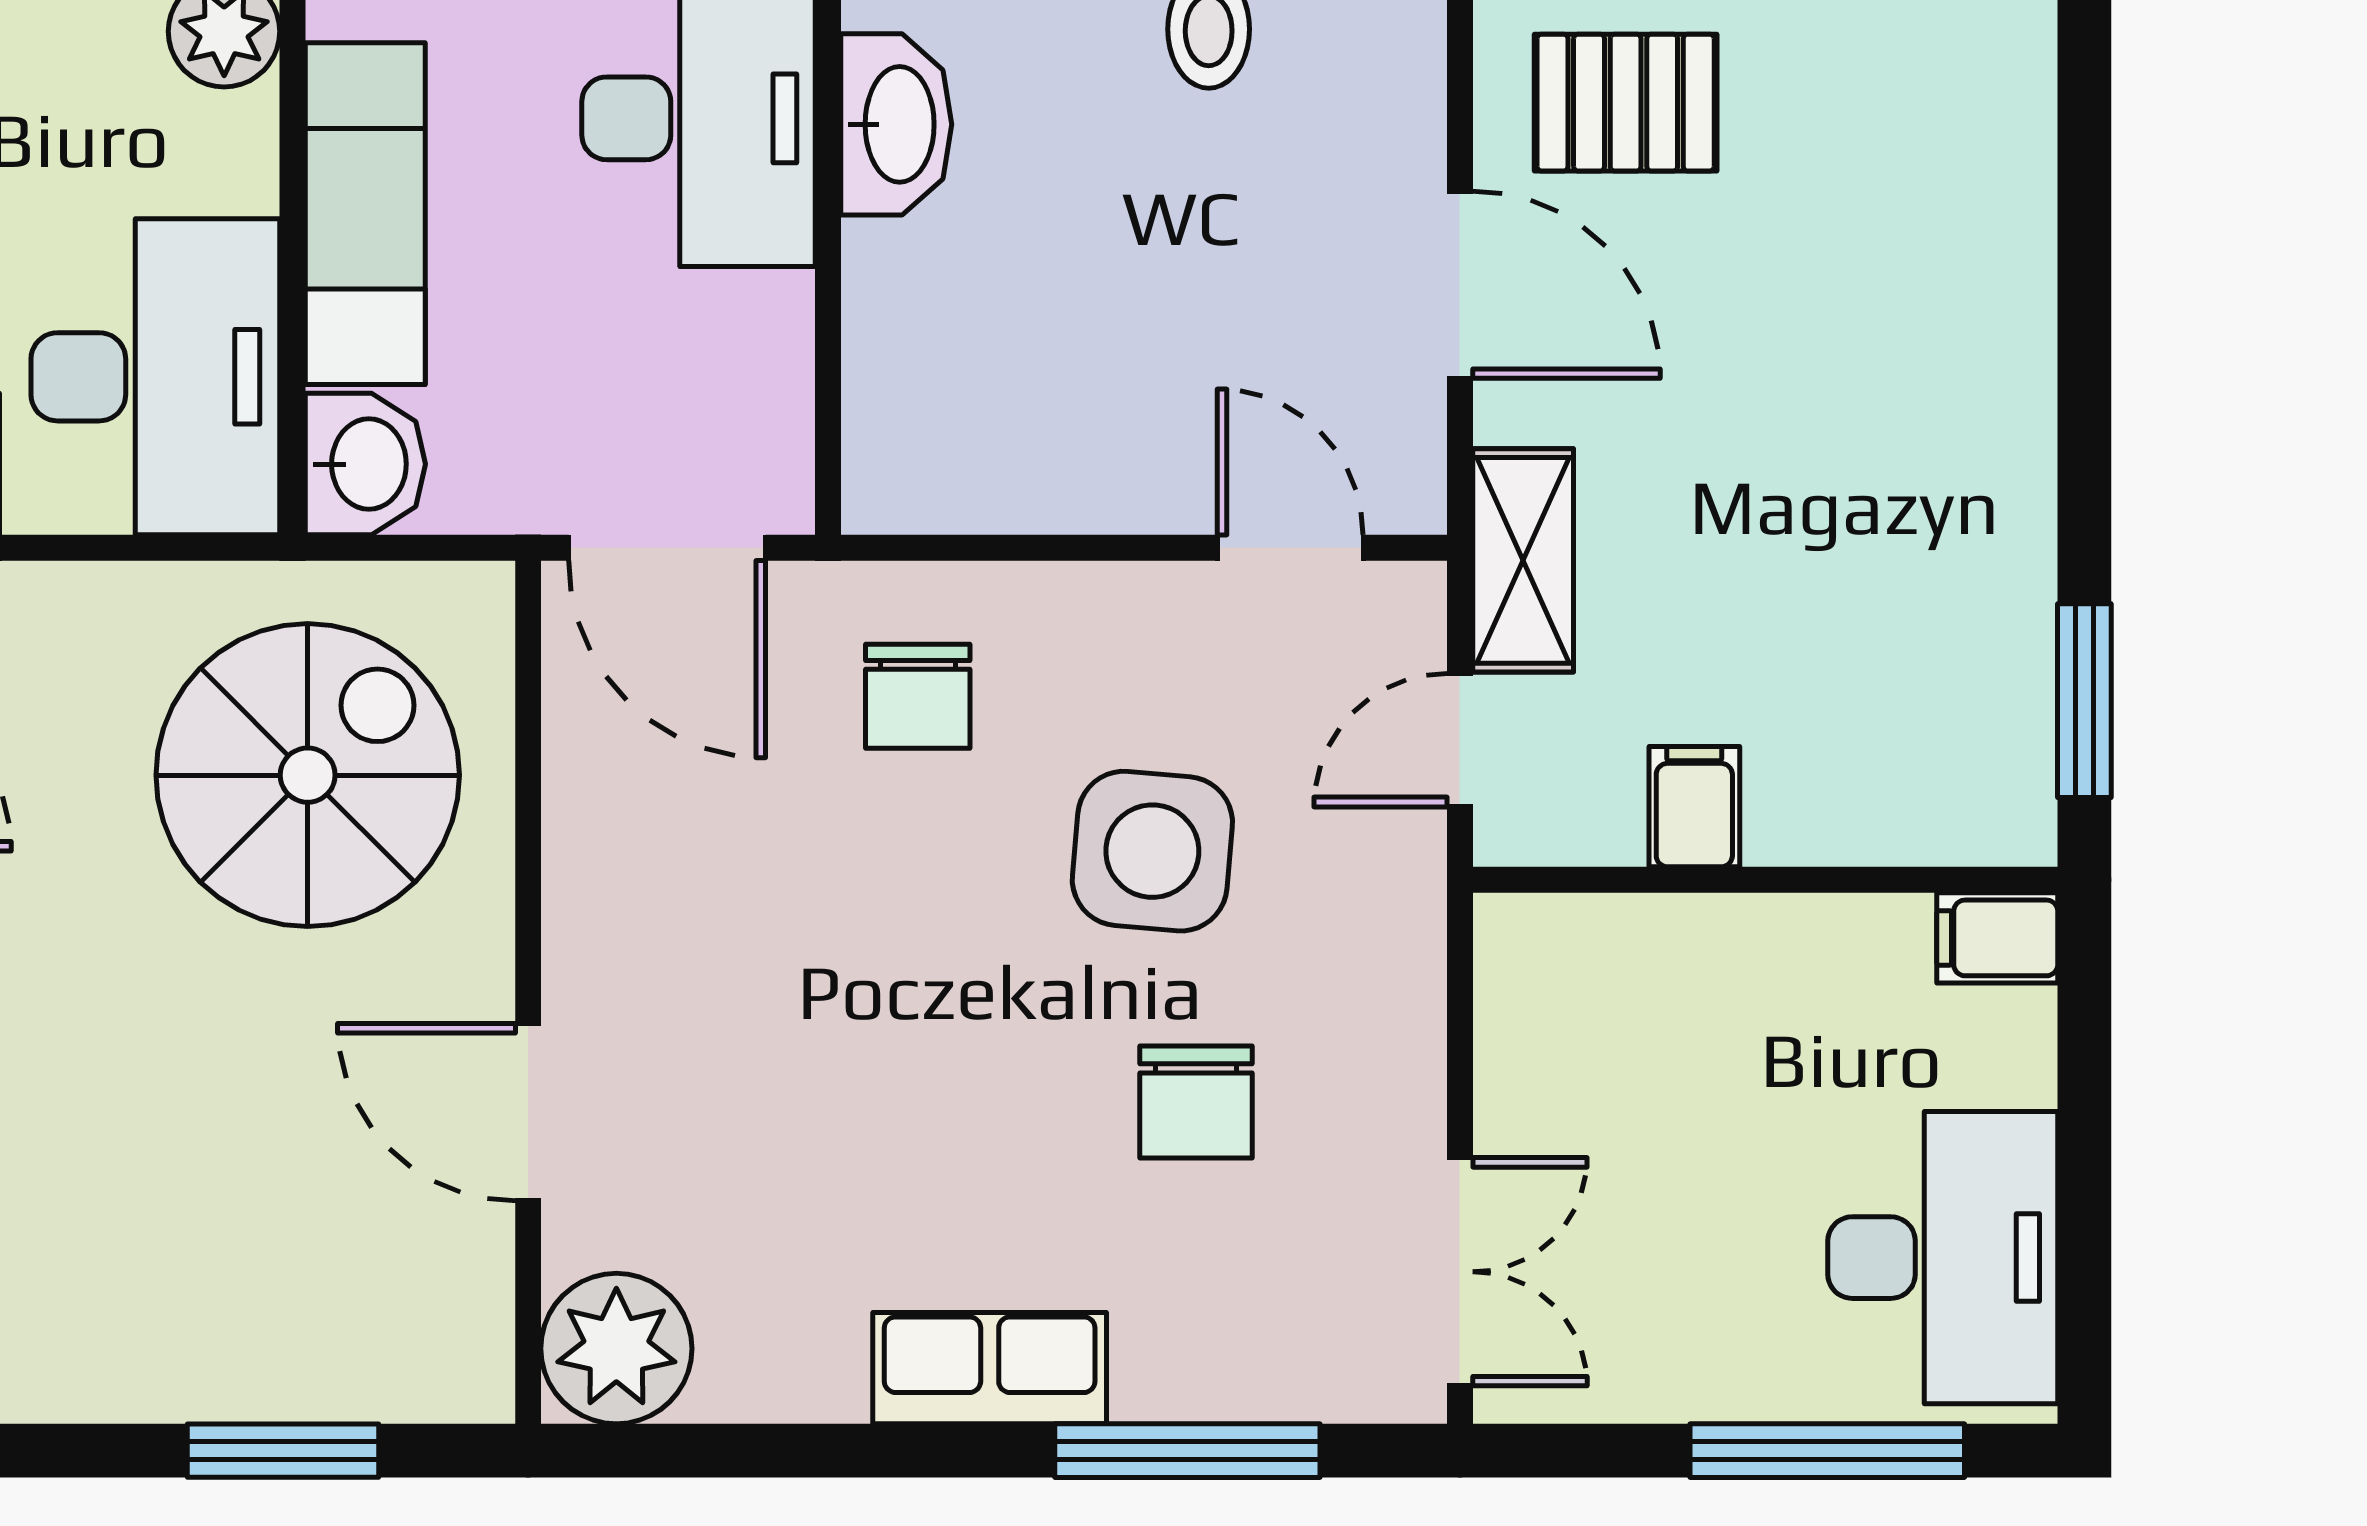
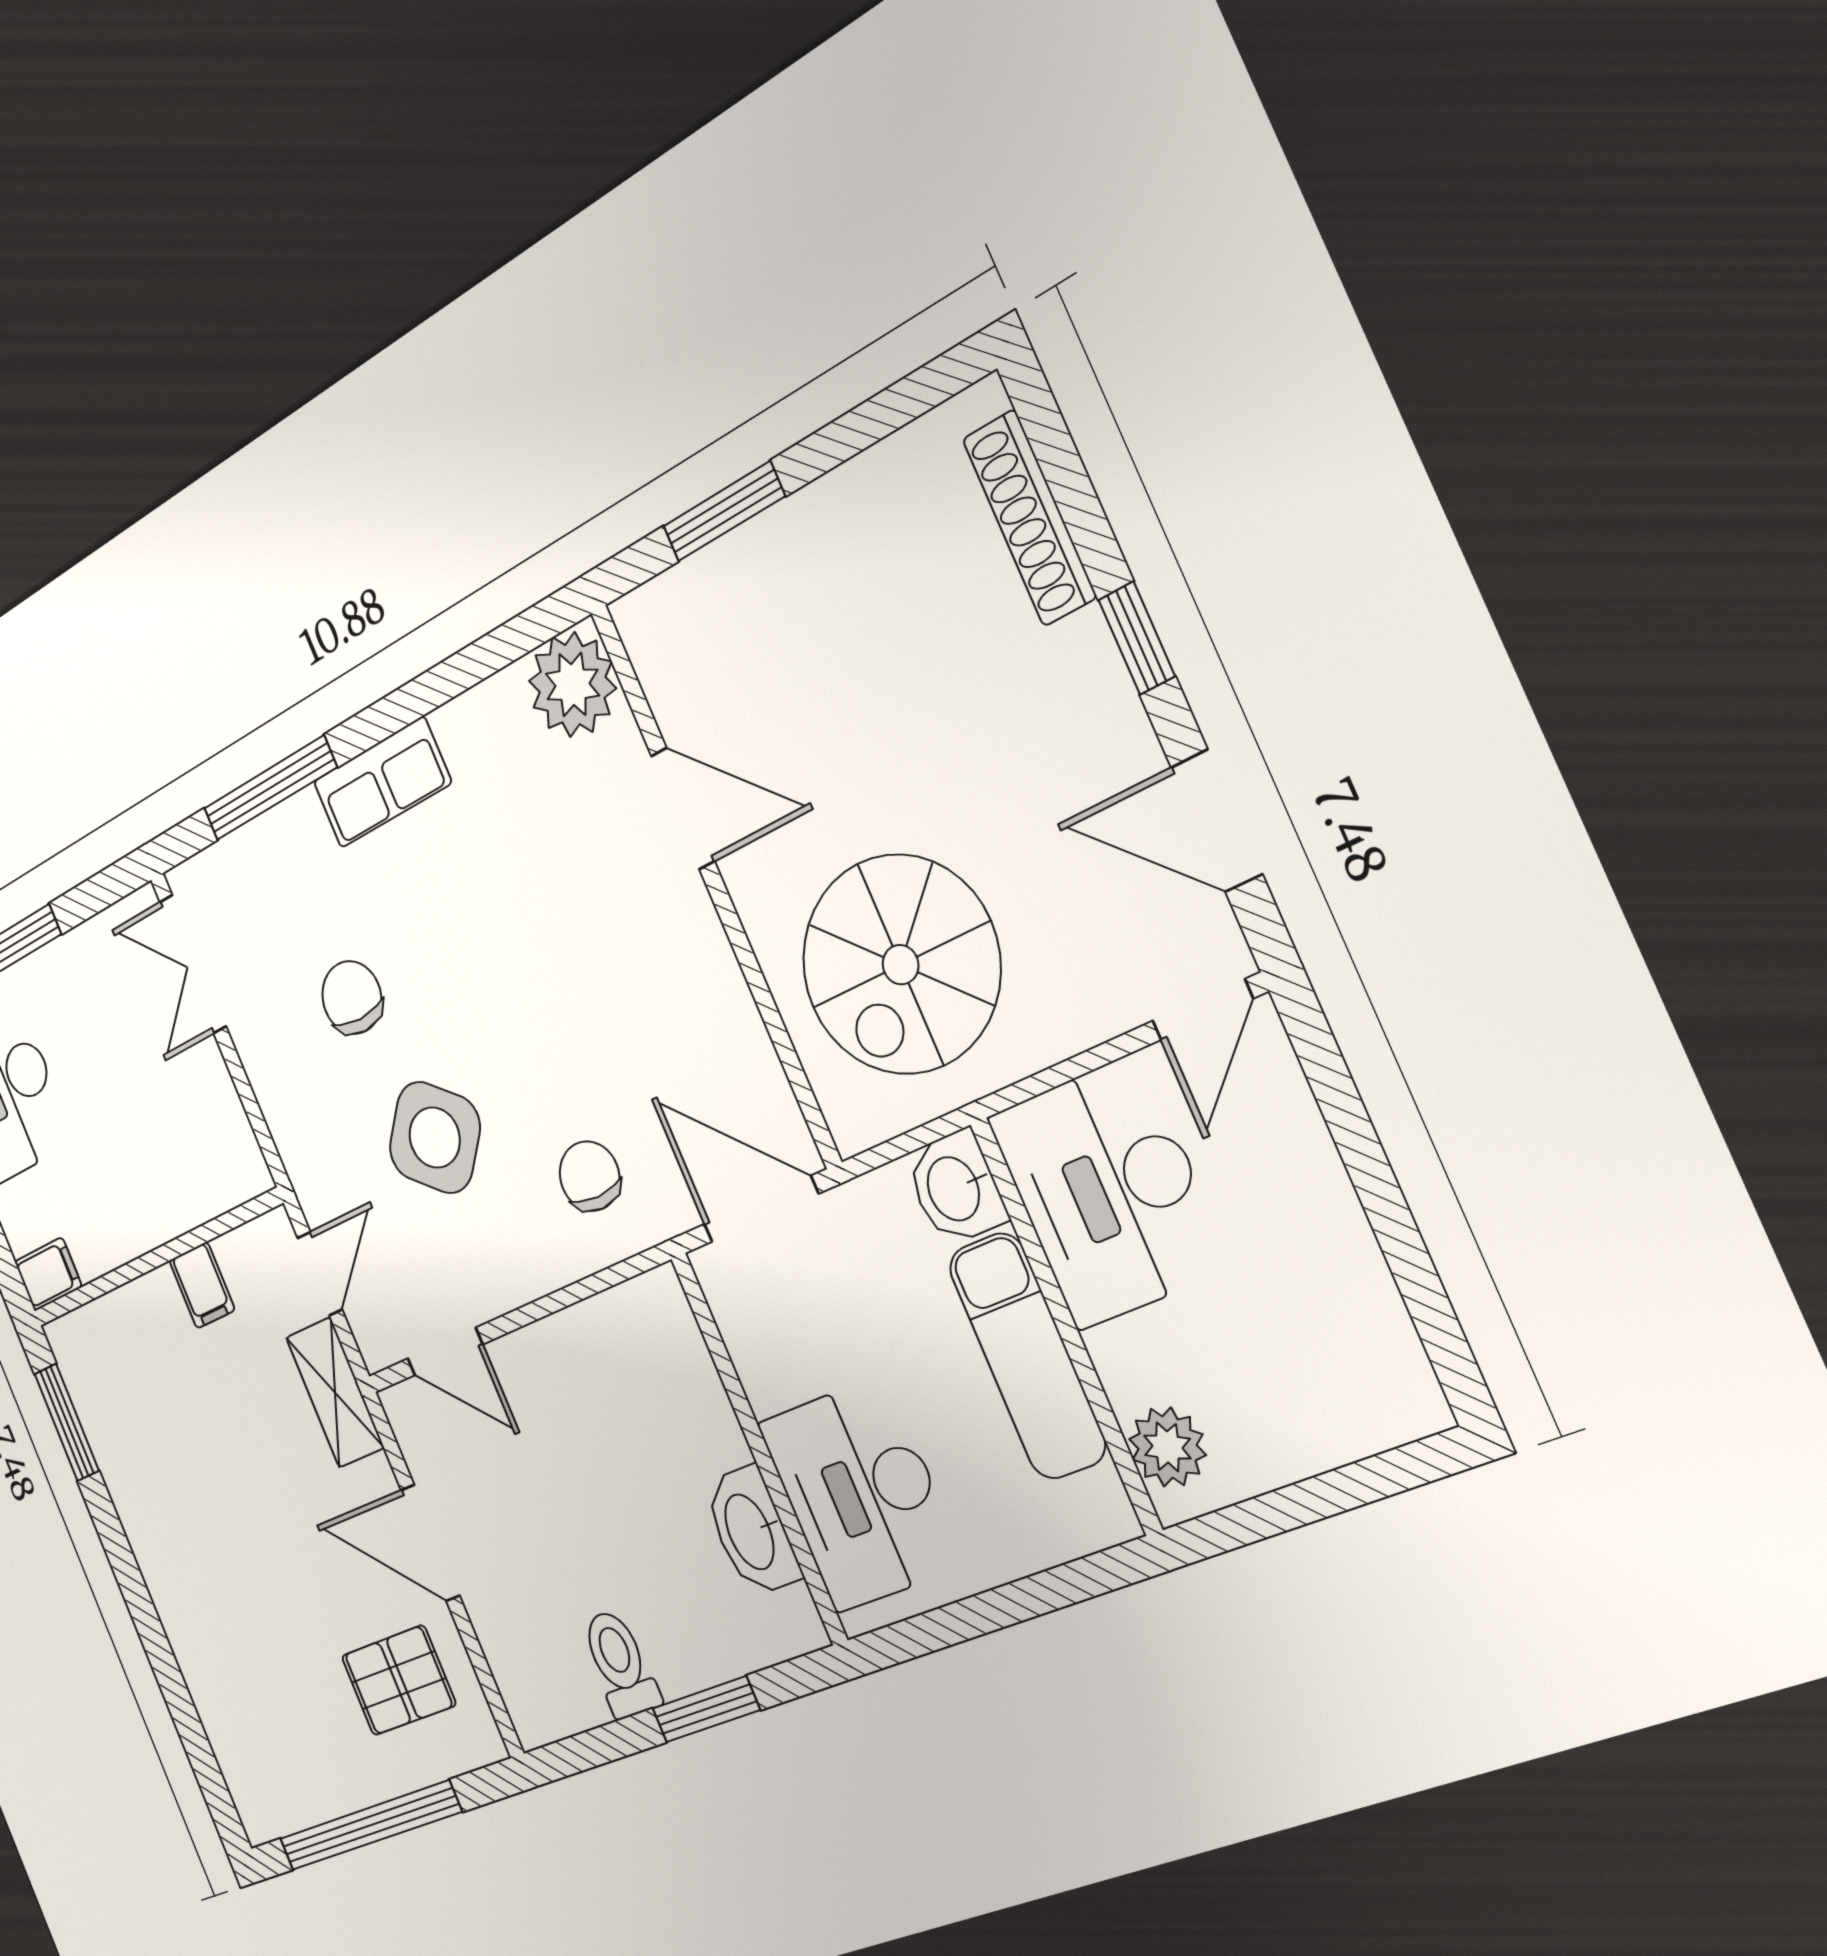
side table: (1152, 851) -> (435, 1138), turned 35

